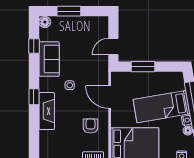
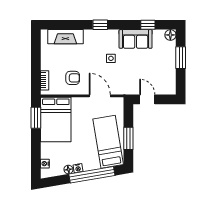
window: (143, 67) -> (128, 138), moved
door: (110, 97) -> (100, 96), hinge flipped
bed: (161, 107) -> (108, 142), moved
fireplace: (47, 111) -> (65, 37), moved

